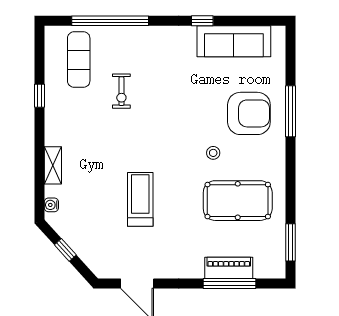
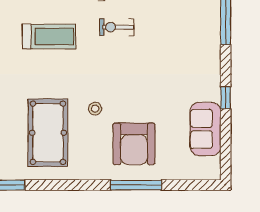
sofa: (234, 41) -> (205, 129), width x0.73
exercise bike: (121, 91) -> (117, 27), moved

